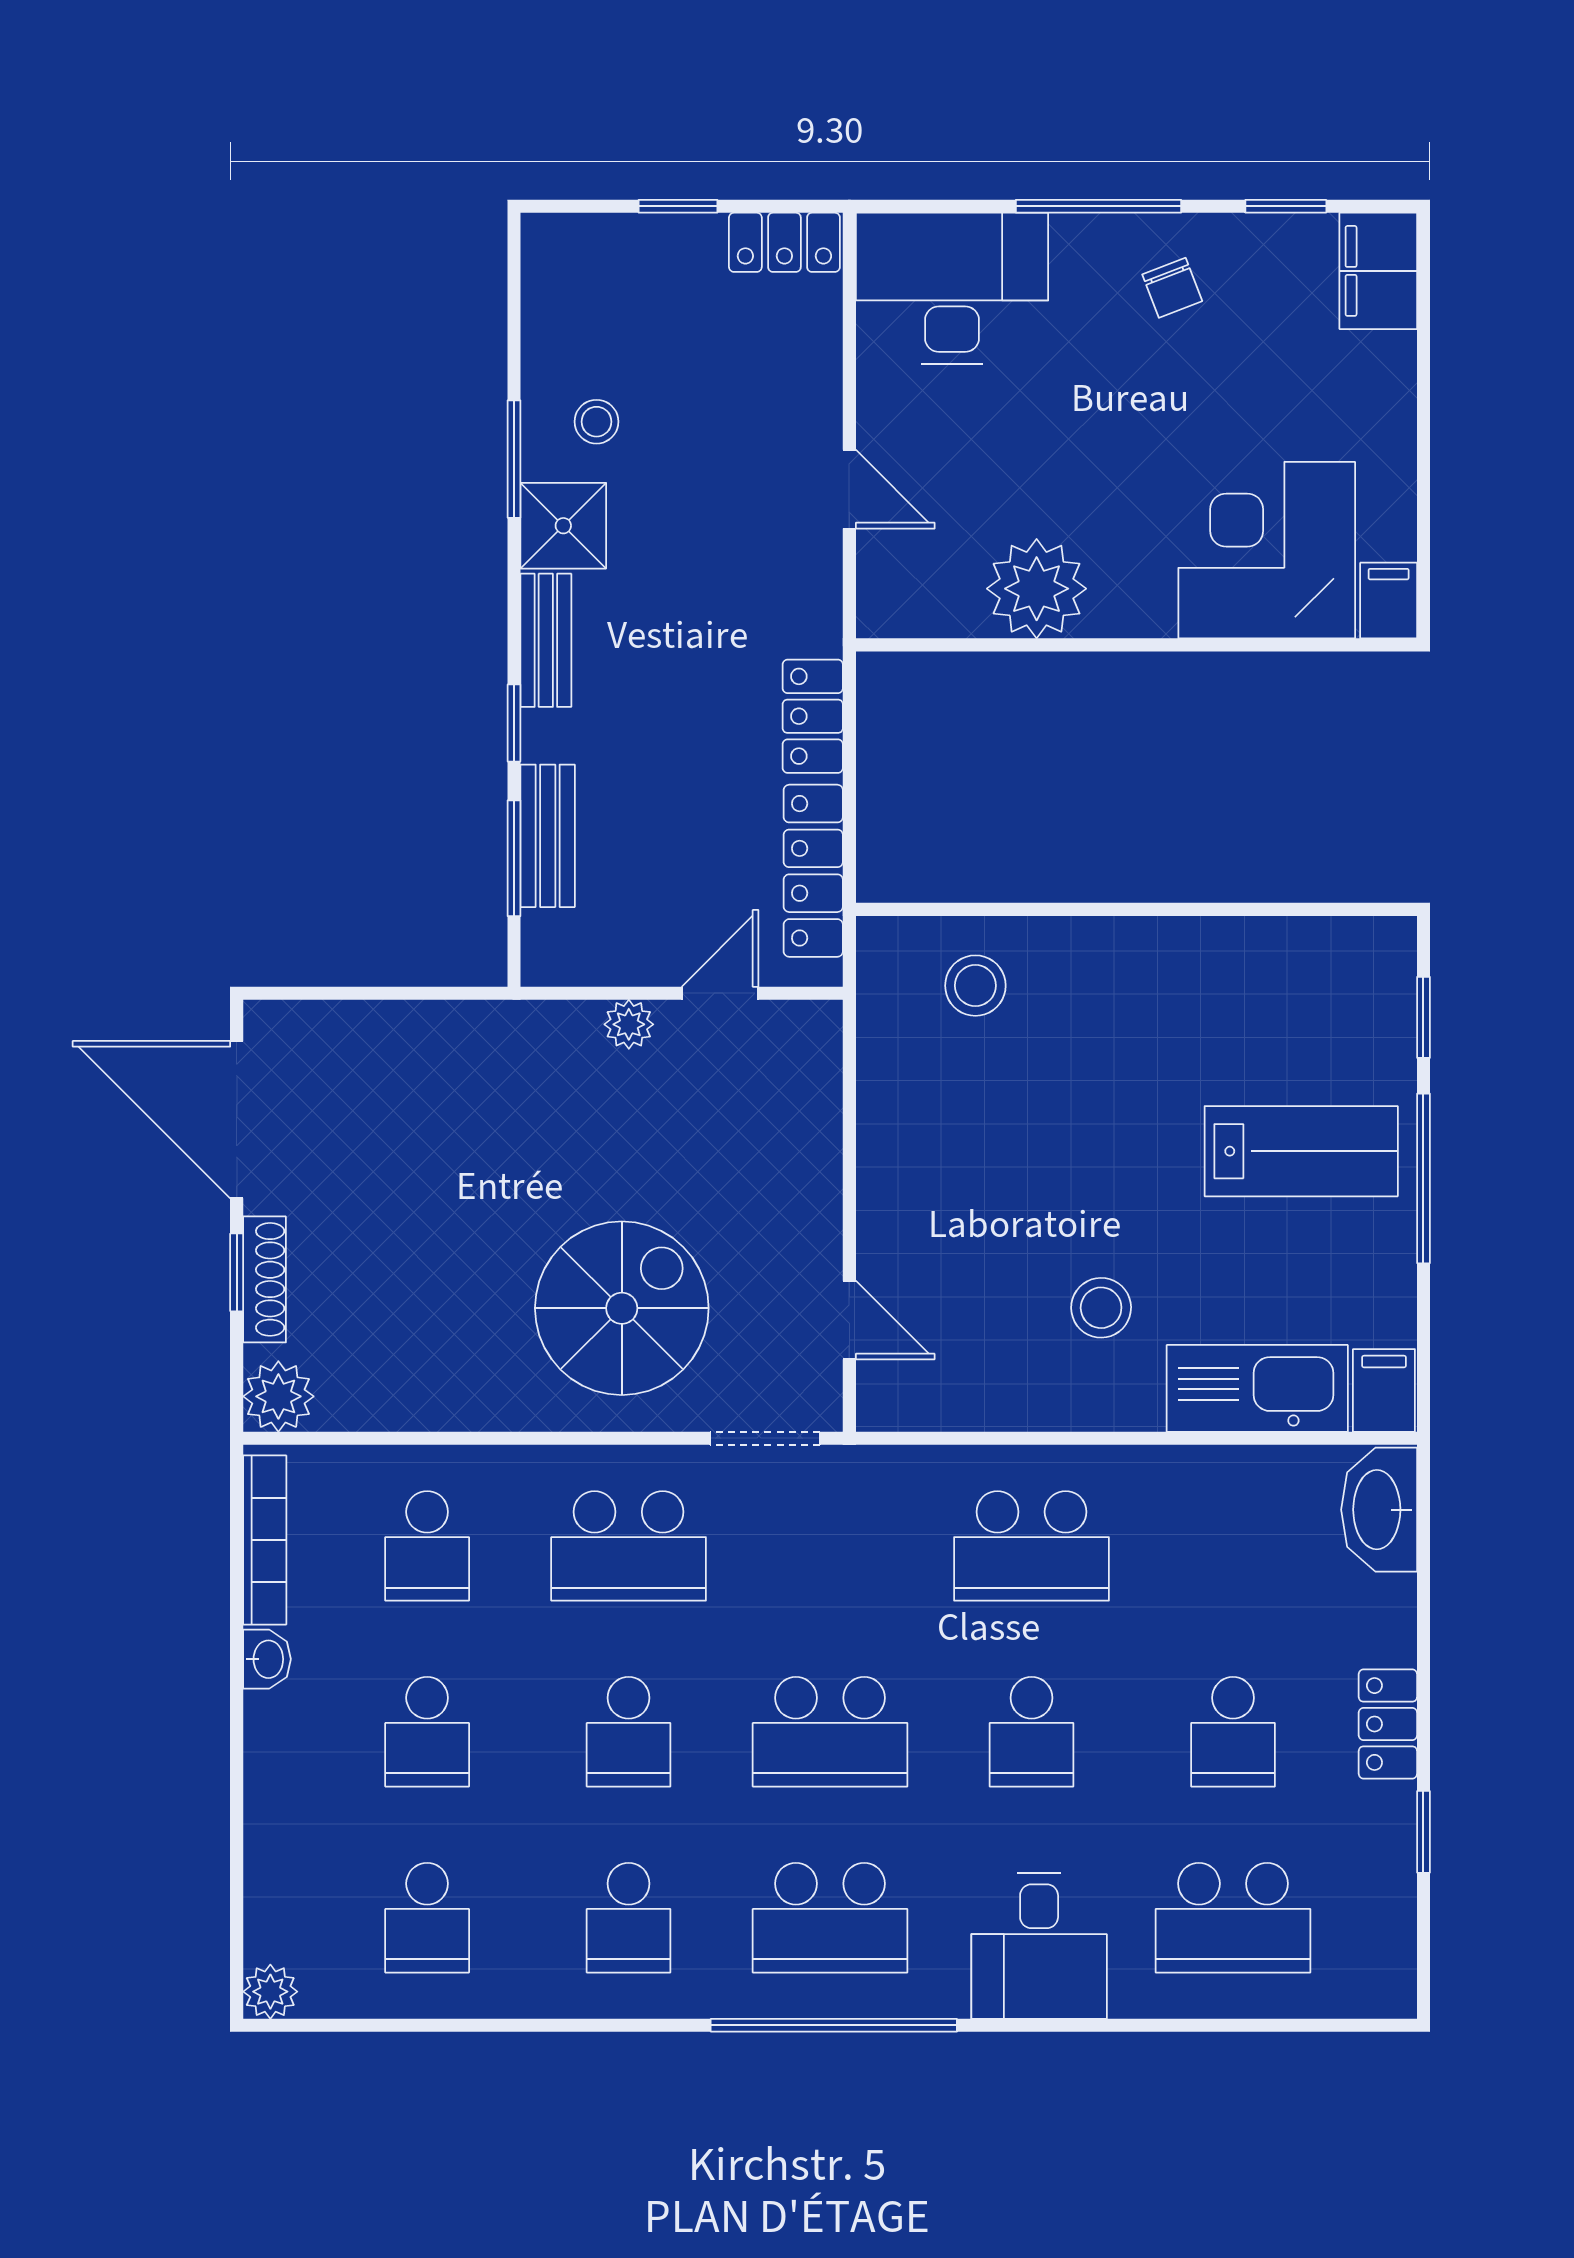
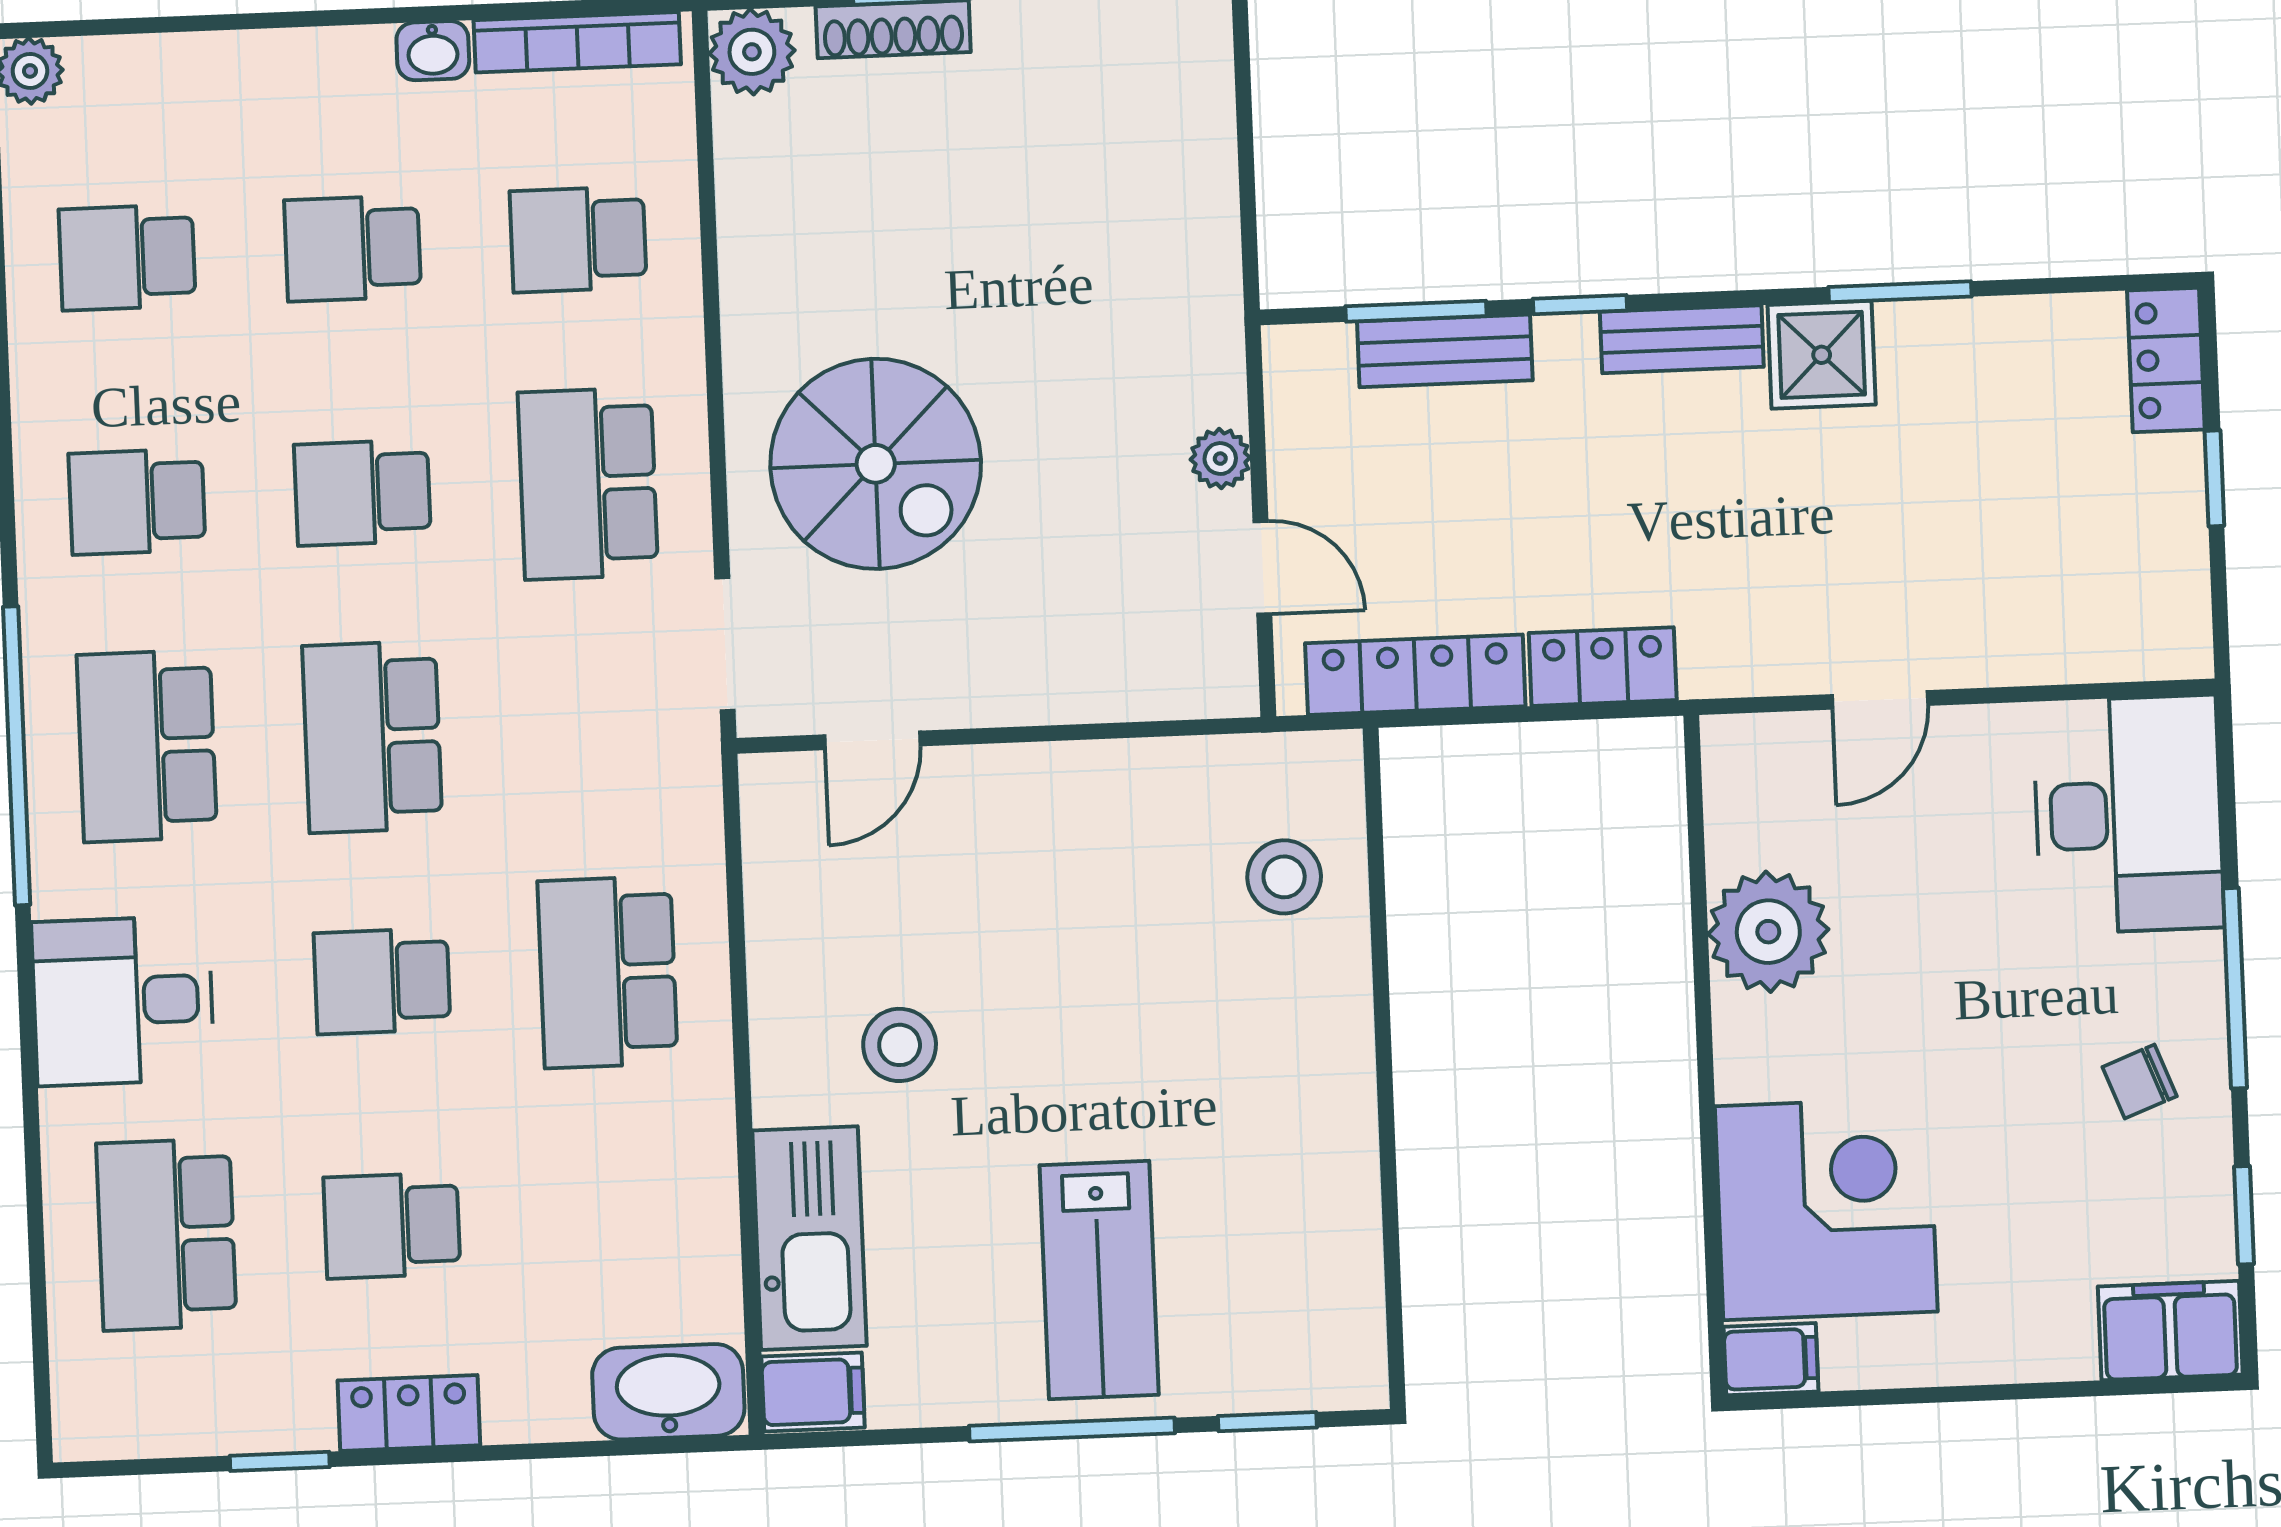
locker: (784, 242) -> (2166, 360), moved
stool: (596, 422) -> (1949, 390), removed

